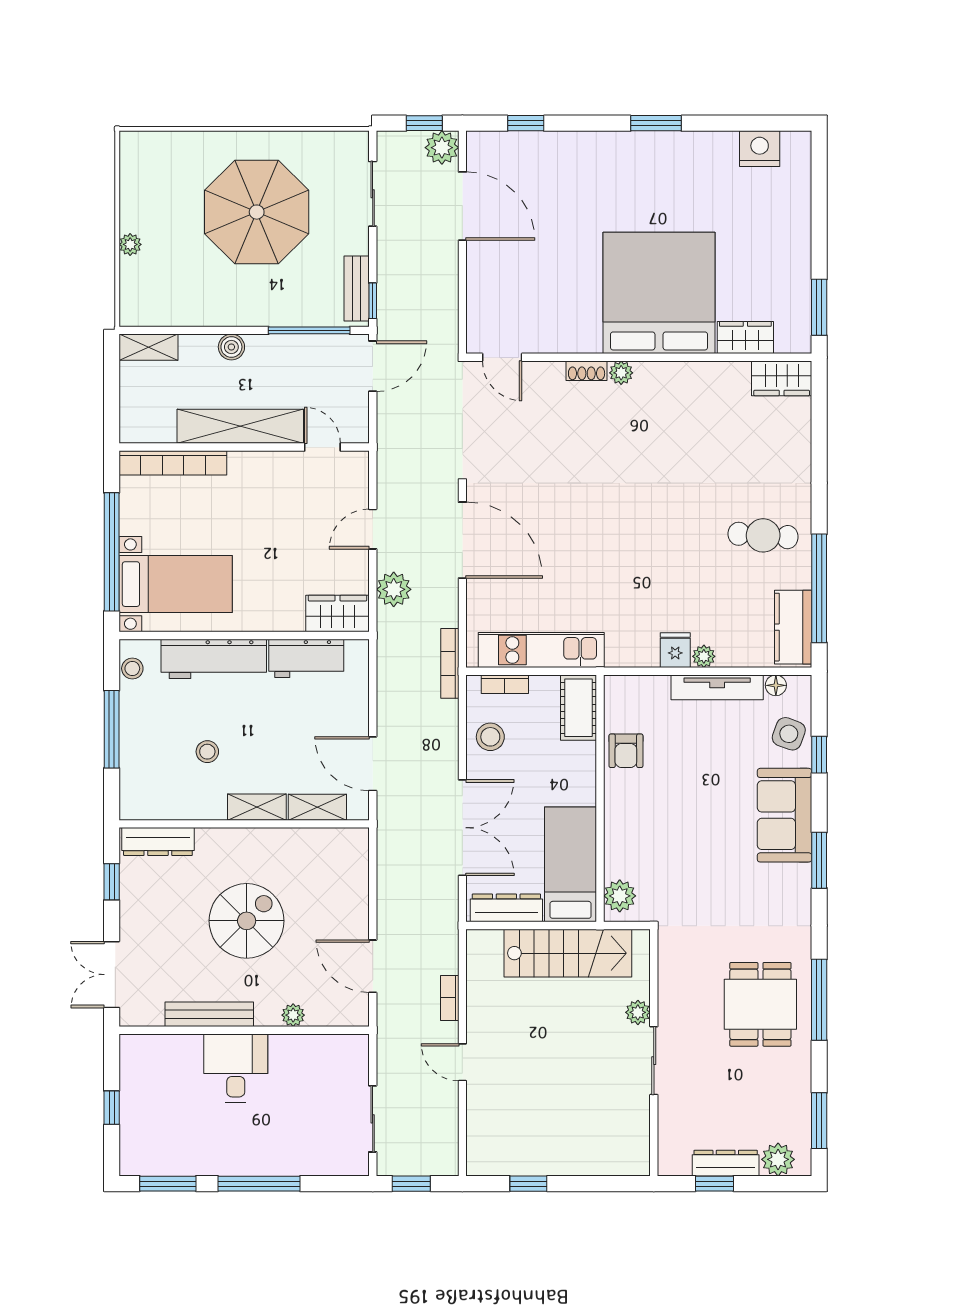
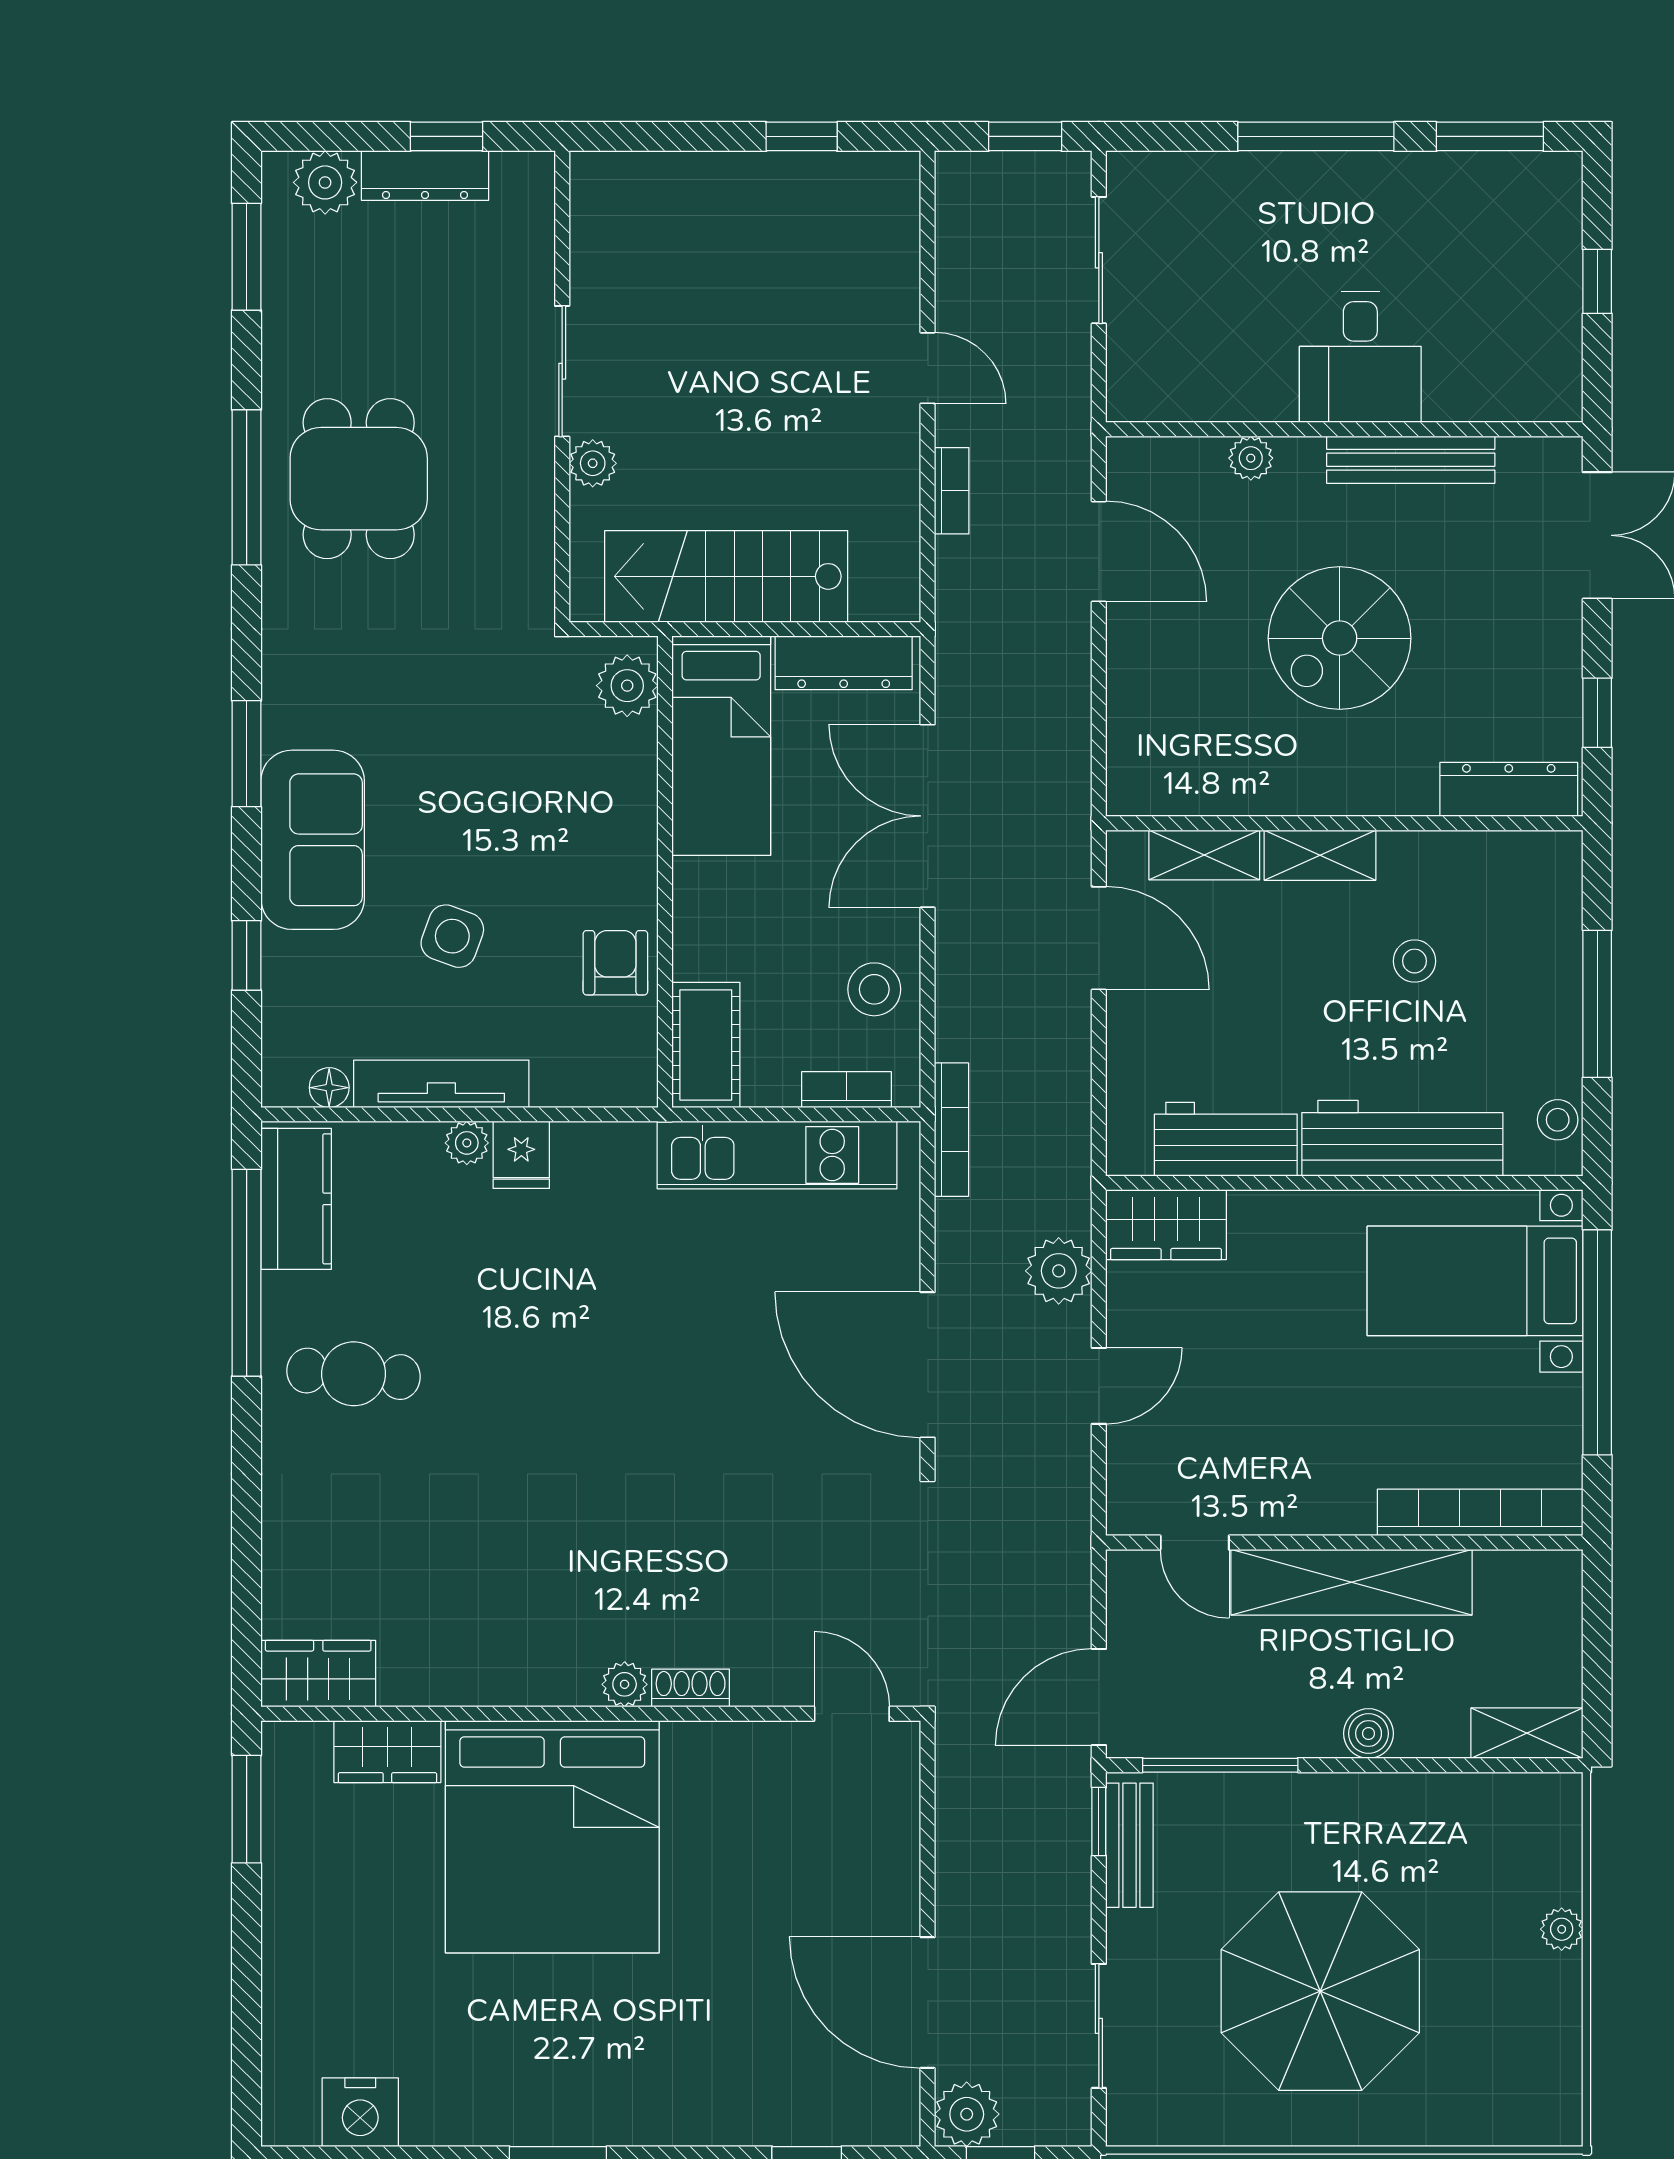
side table: (789, 734) -> (452, 936), moved

